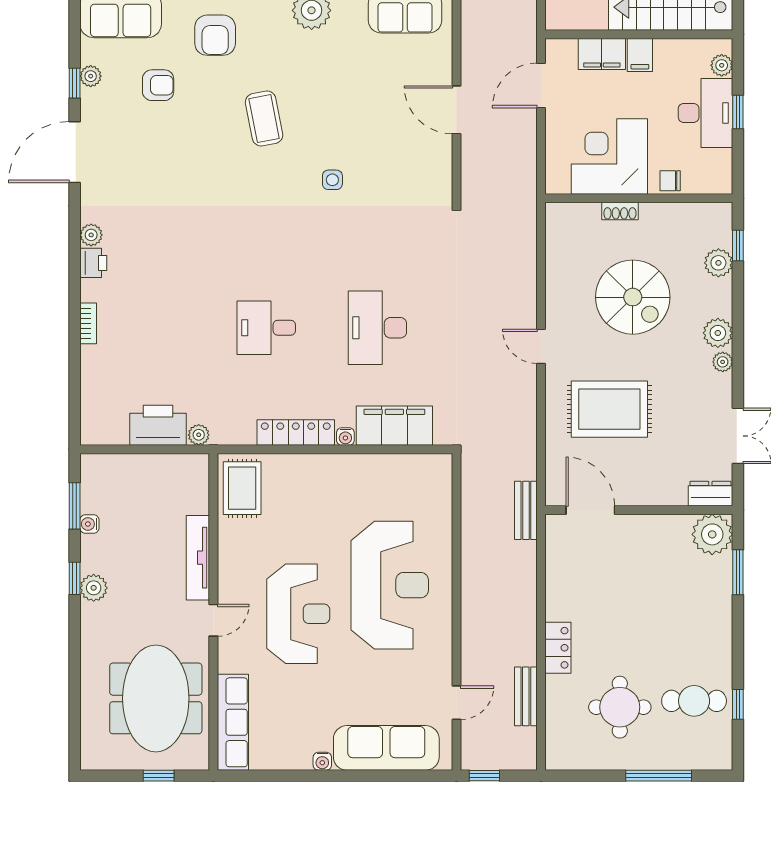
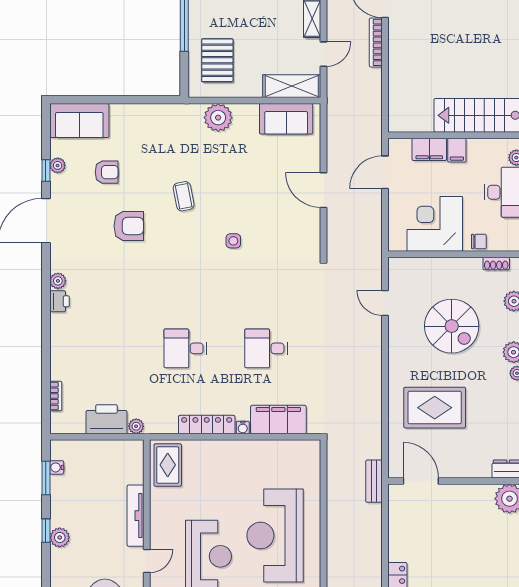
armchair: (215, 35) -> (129, 226), moved, turned -90
coffee table: (264, 119) -> (184, 196), width x0.73, depth x0.77
chair: (670, 181) -> (479, 241), turned 180
shoe rack: (620, 211) -> (496, 264), moved
bookcase: (88, 323) -> (56, 396), moved
desk: (377, 328) -> (266, 348), width x0.73
door: (541, 346) -> (385, 303), moved
water cooler: (89, 524) -> (57, 467), moved
reception desk: (390, 585) -> (275, 536), turned 180

